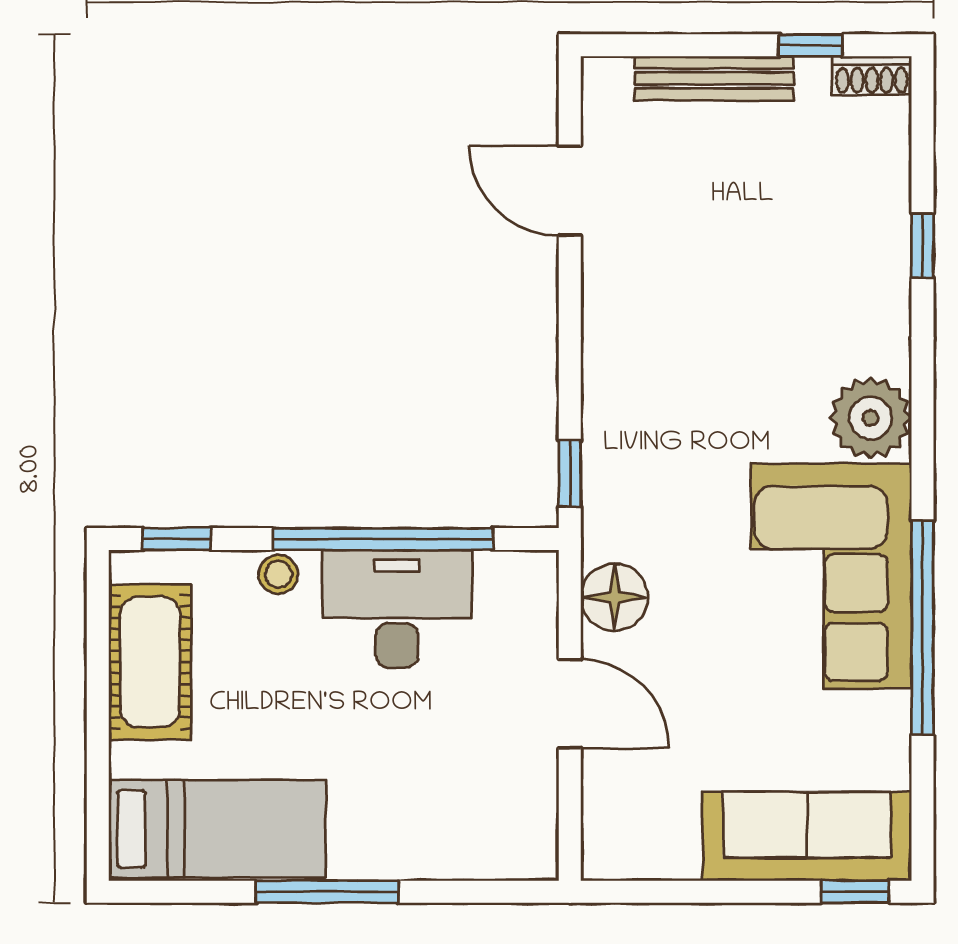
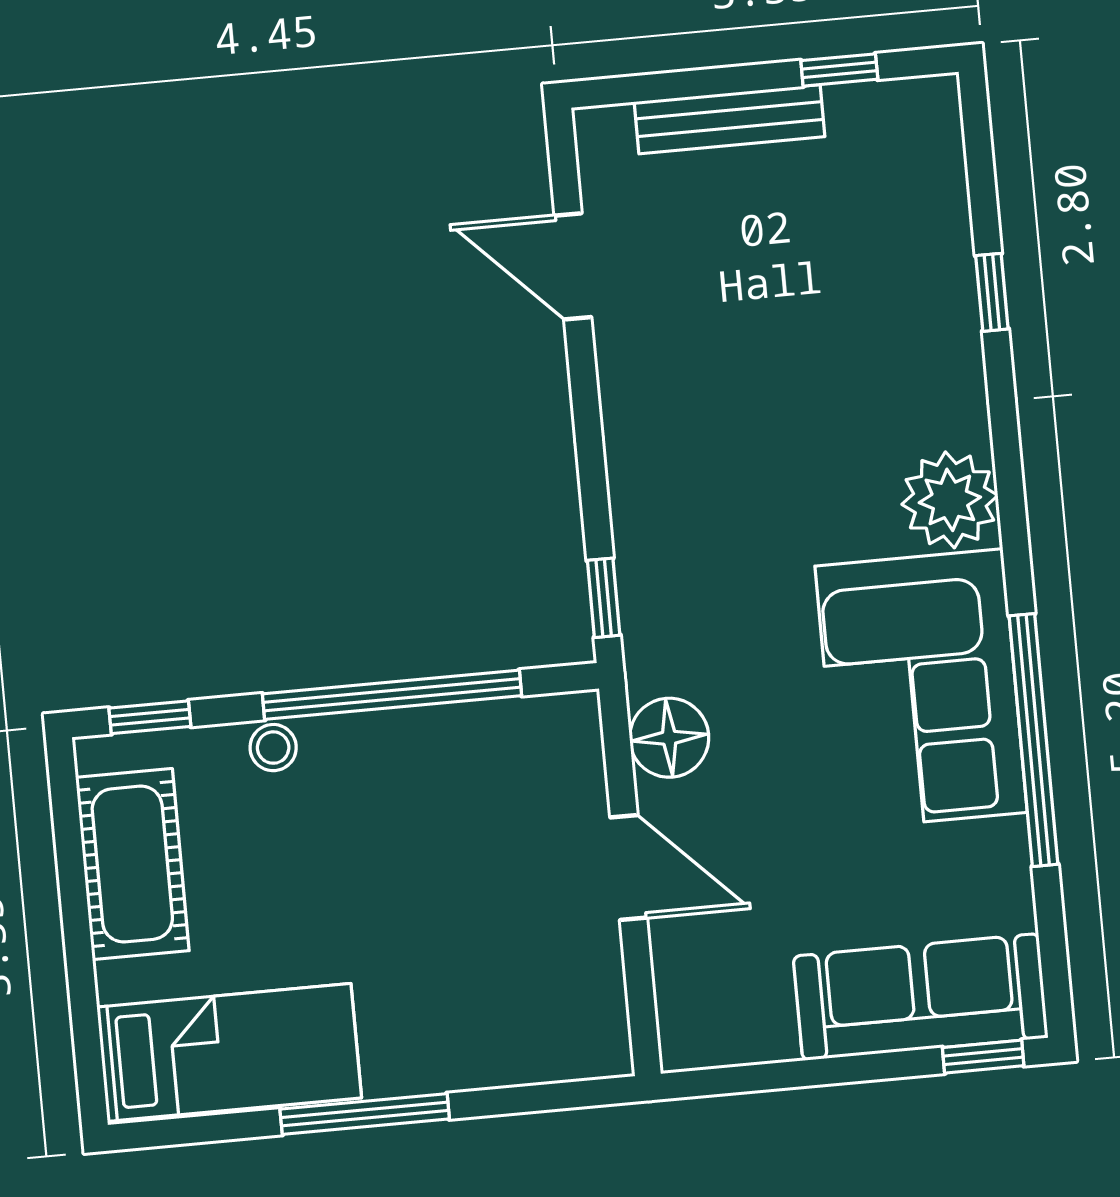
shoe rack: (872, 76) -> (914, 99), removed
desk: (397, 609) -> (416, 775), removed

